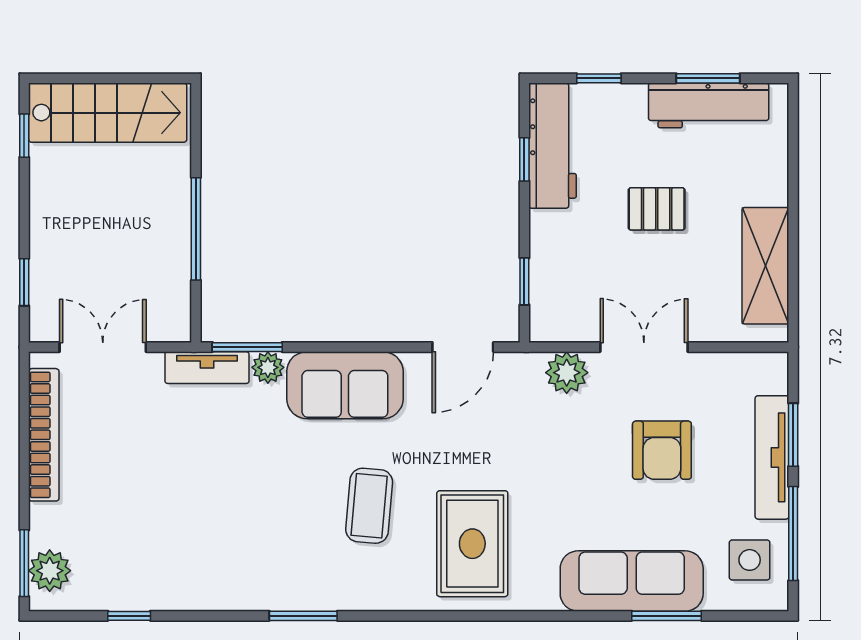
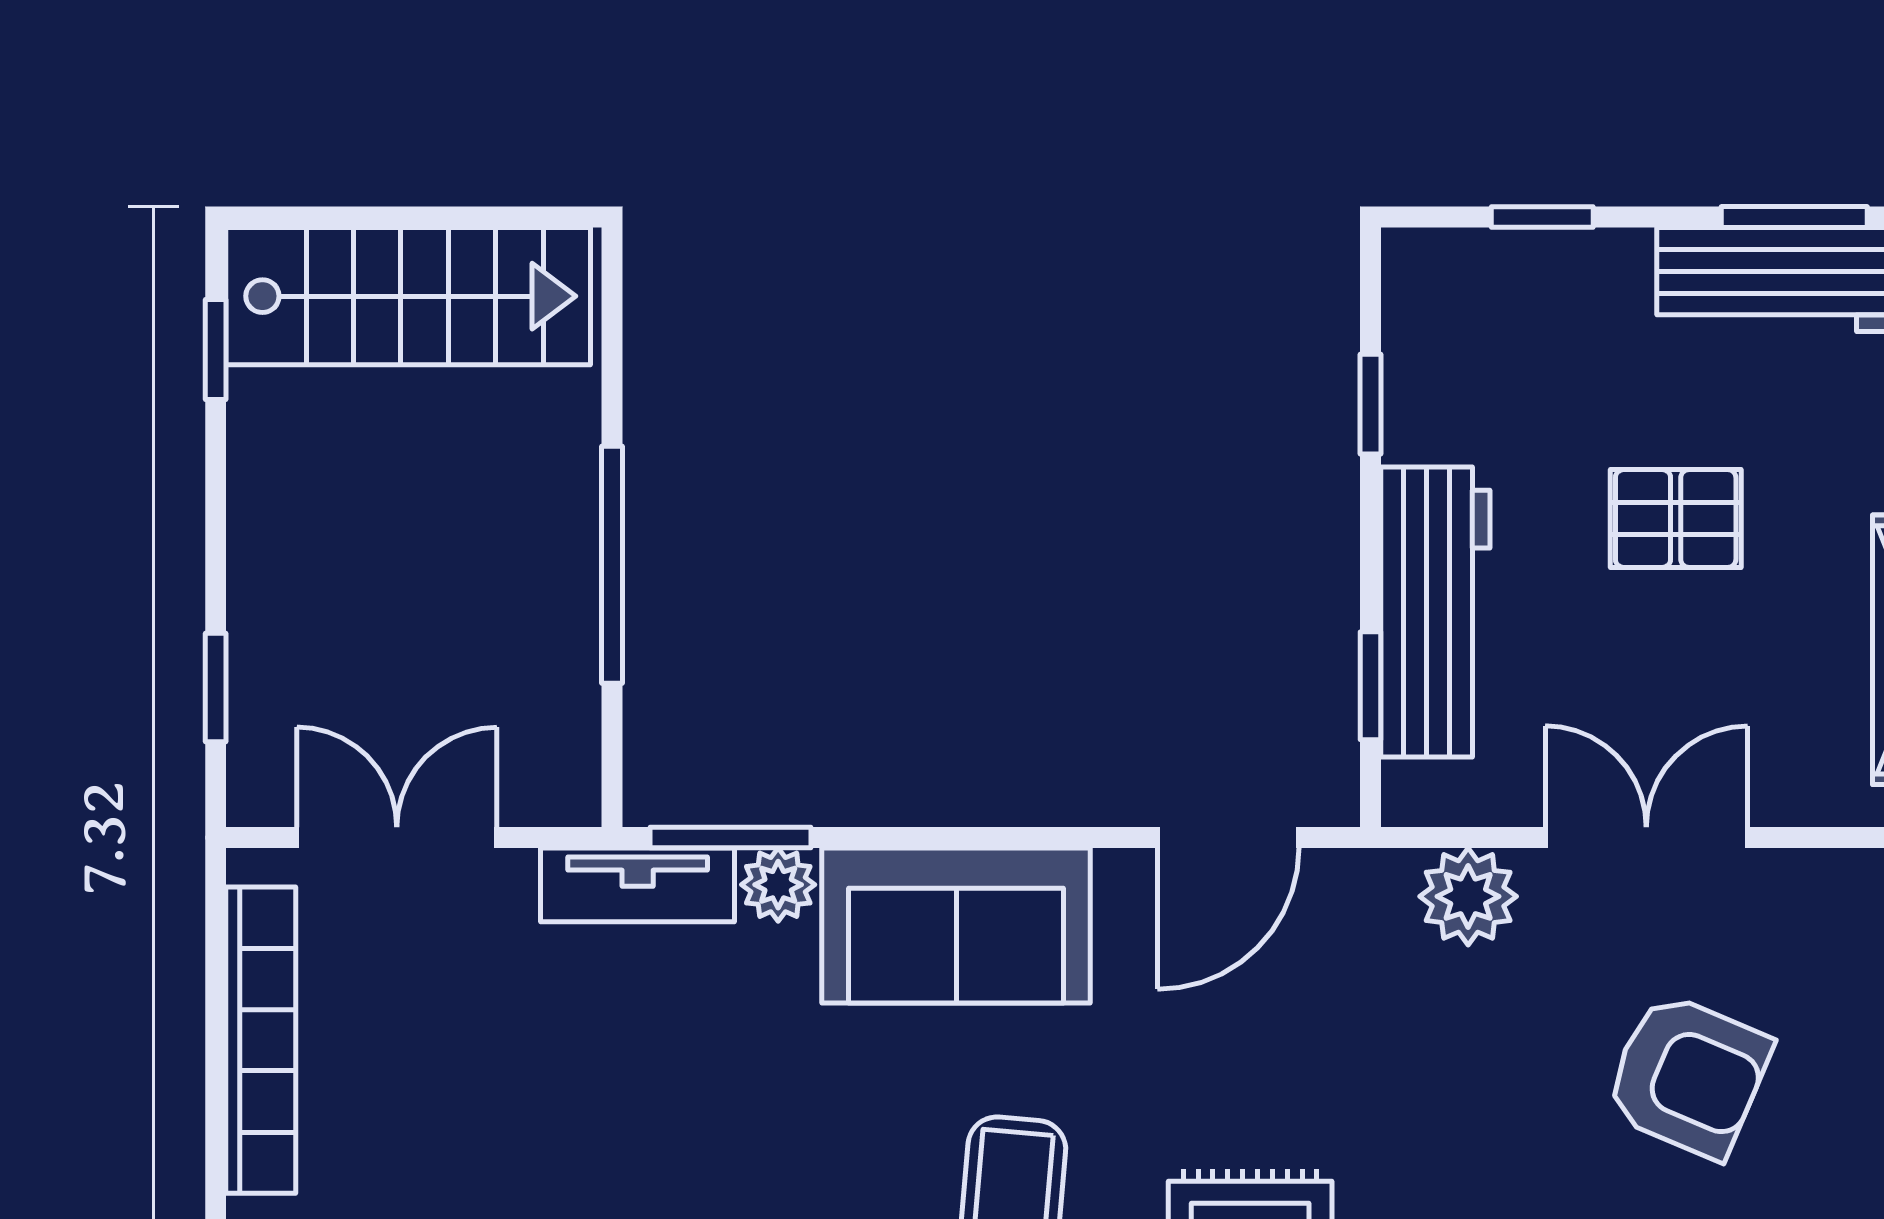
workbench: (553, 146) -> (1435, 612), moved
armchair: (662, 450) -> (1688, 1076), turned -67

